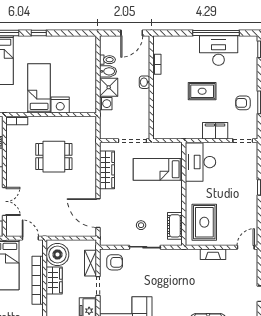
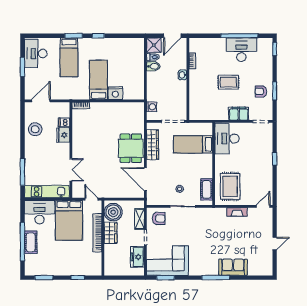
shower: (109, 87) -> (154, 45), moved
washing machine: (106, 104) -> (152, 107), moved
dining table: (54, 157) -> (131, 148), moved, turned 90

